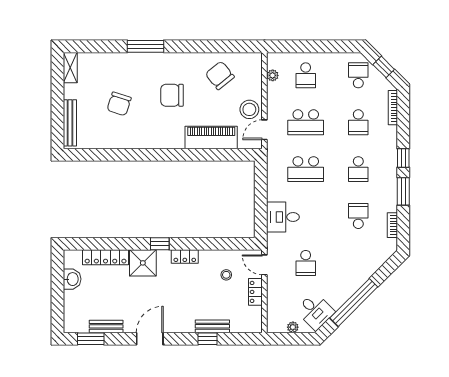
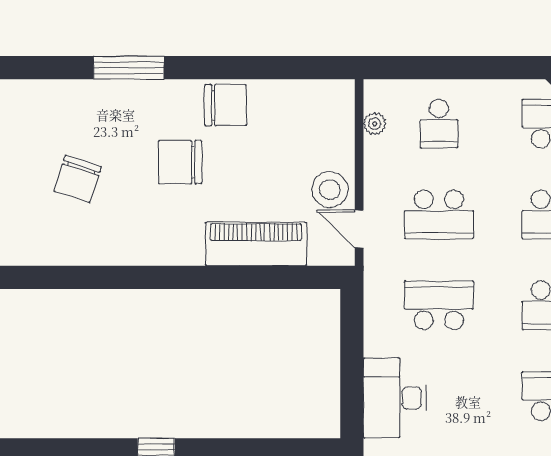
chair: (220, 75) -> (226, 105), moved, turned 129
door: (264, 130) -> (359, 229), hinge flipped
school desk: (306, 169) -> (439, 305), turned 180
desk: (283, 217) -> (395, 398), width x1.37

